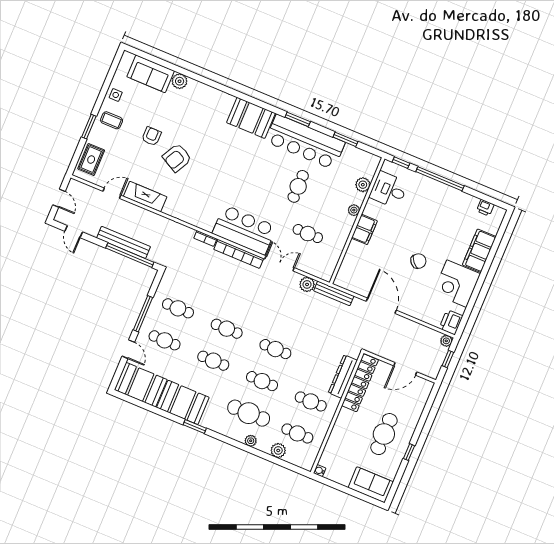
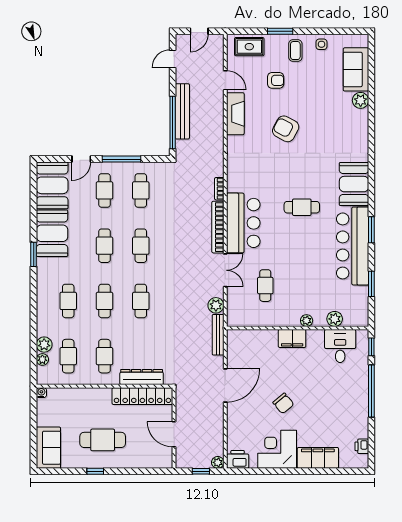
armchair: (151, 136) -> (276, 80), moved
cafe table: (298, 186) -> (302, 207), moved
cafe table: (249, 413) -> (68, 301), width x0.73, depth x0.74
plant: (251, 441) -> (42, 359), moved

